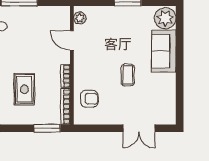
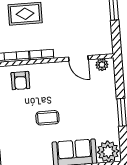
door: (72, 40) -> (78, 58), swing flipped

